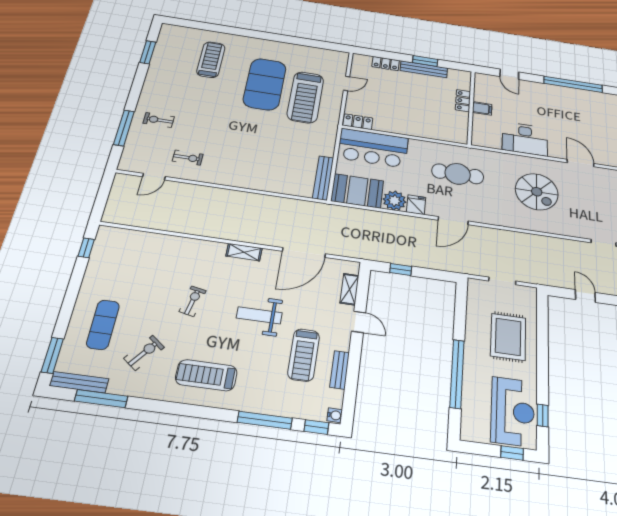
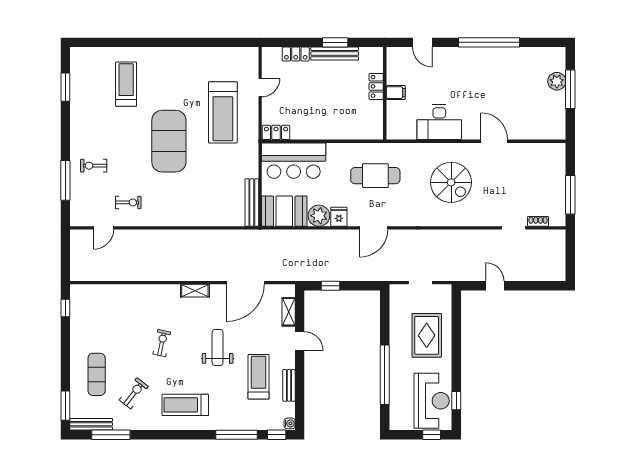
exercise mat: (265, 84) -> (169, 141), moved
weight bench: (259, 315) -> (218, 347), turned 90
treadmill: (304, 355) -> (259, 377), turned 180

